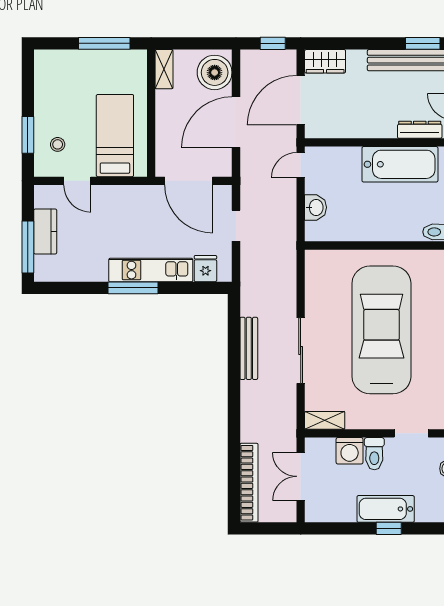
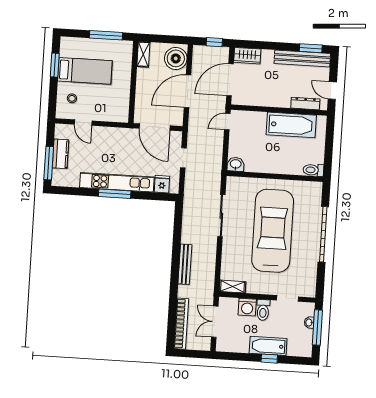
window: (28, 135) -> (55, 65), moved
bed: (115, 136) -> (85, 71), moved, turned 90
washbasin: (316, 207) -> (236, 164), moved, turned -90
kitchen unit: (151, 270) -> (117, 182), width x1.36
bench: (249, 348) -> (185, 264), moved
sliding door: (301, 351) -> (221, 216), moved

